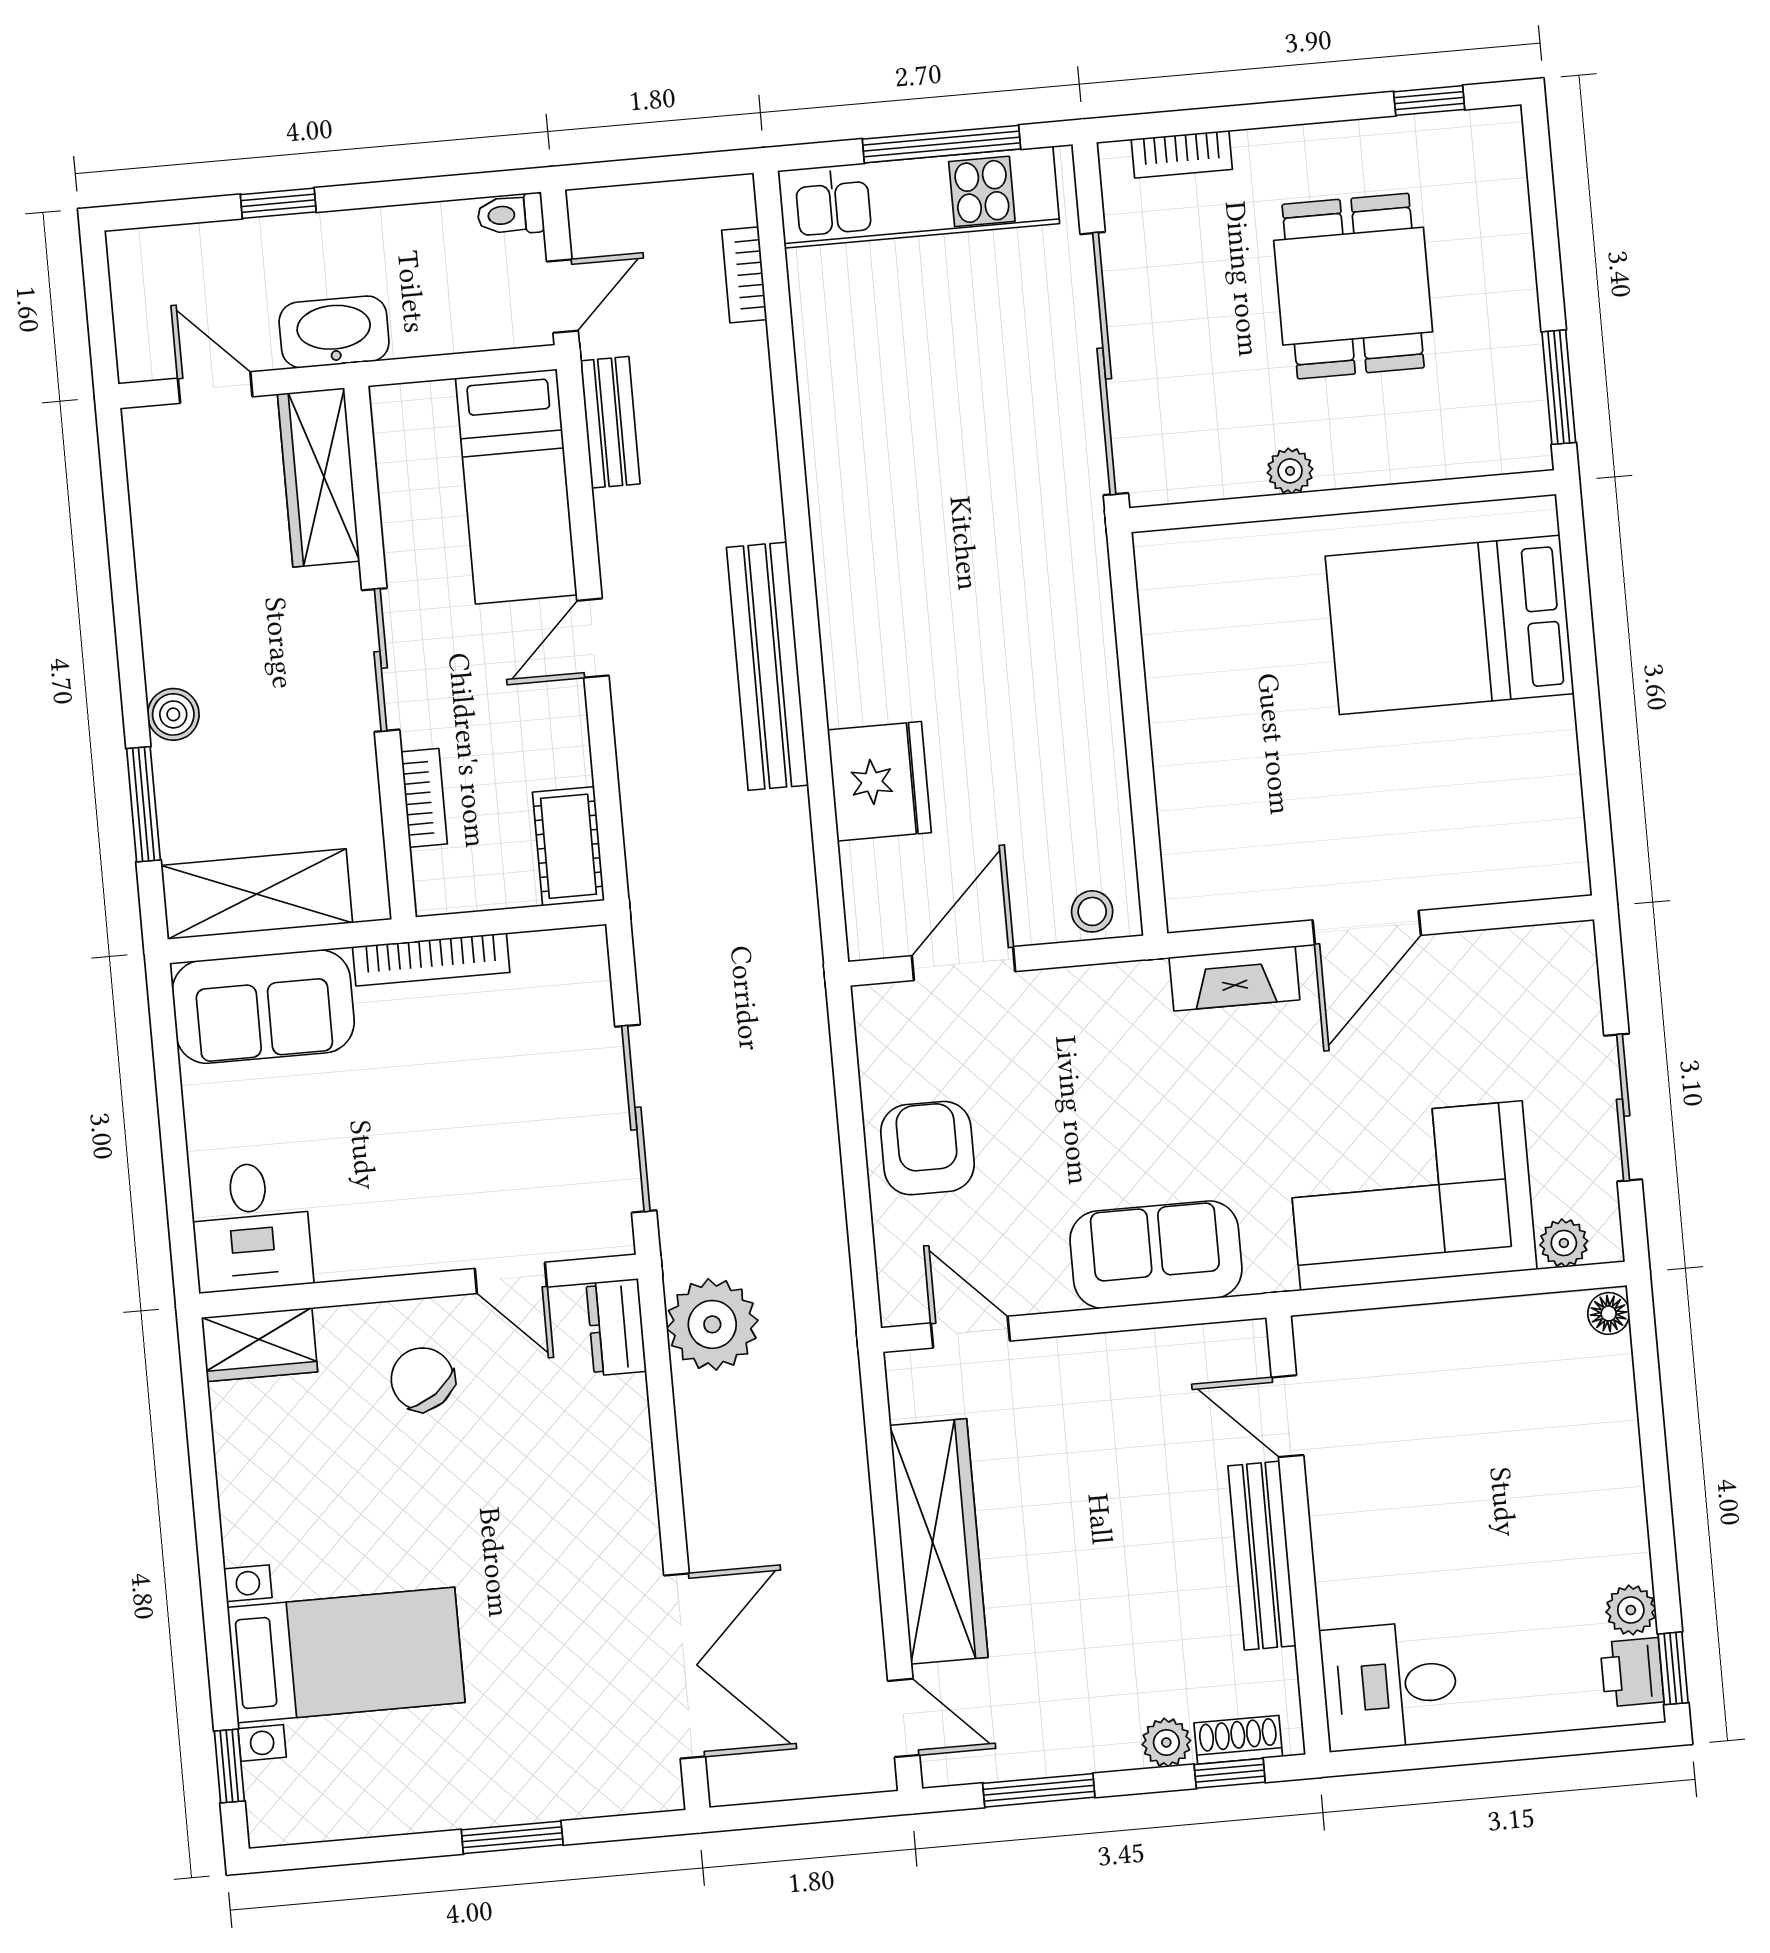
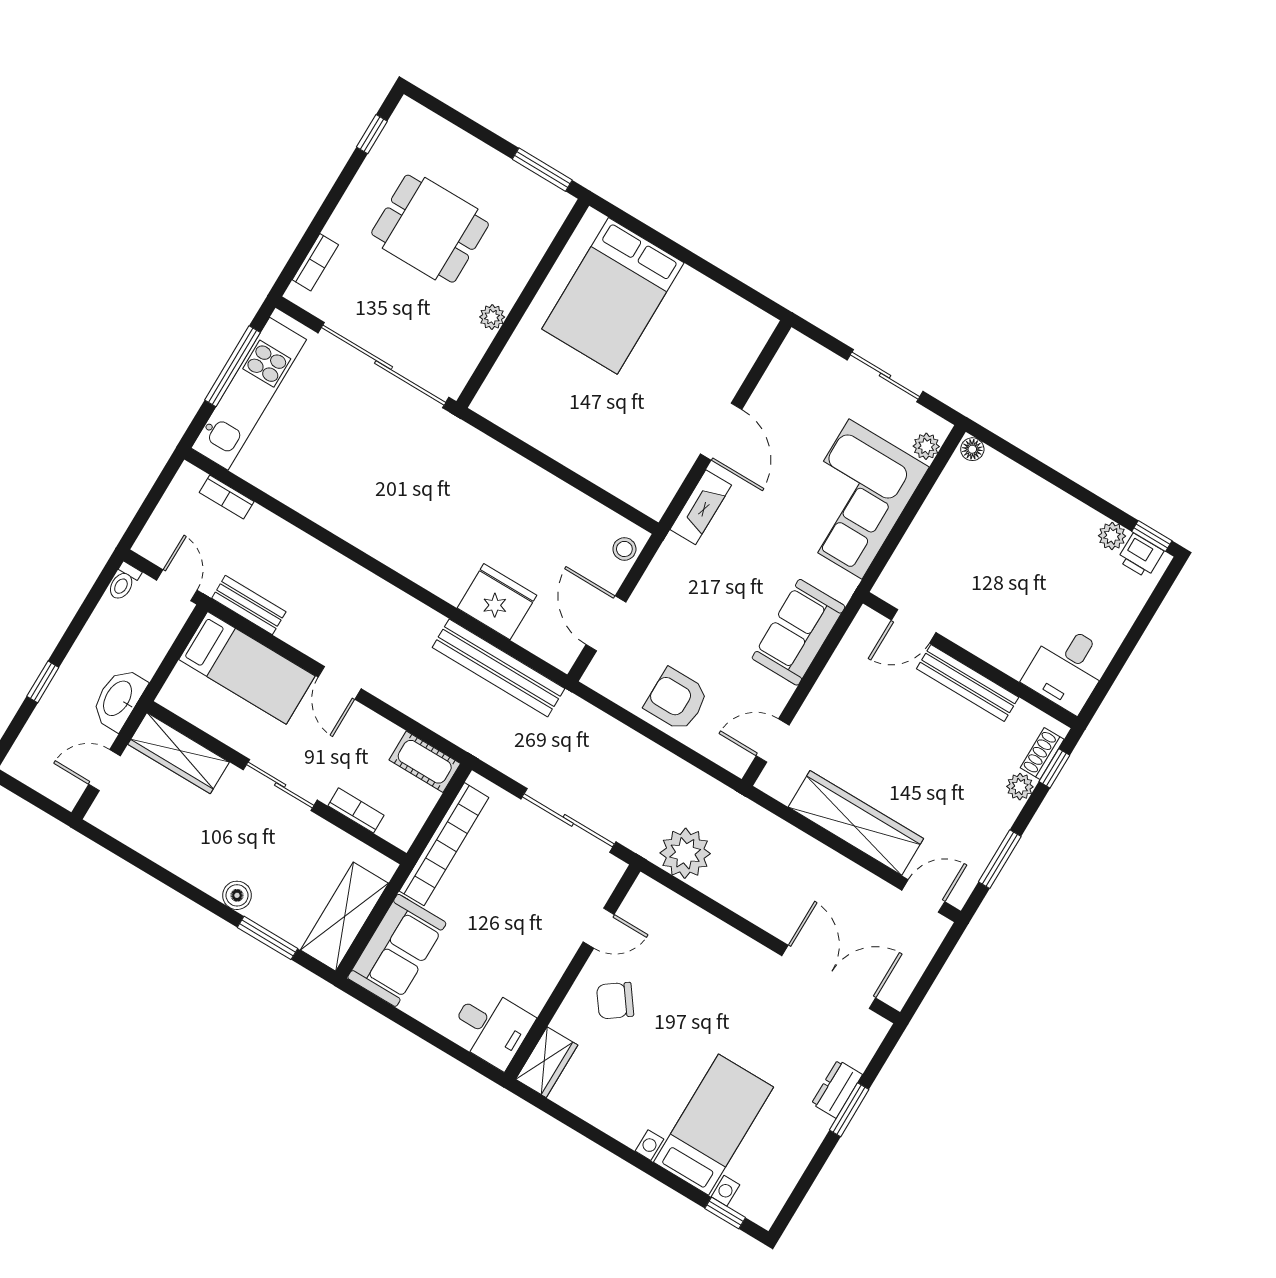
bench: (767, 666) -> (498, 668), moved
bookcase: (431, 960) -> (444, 844), width x1.48, depth x1.31
dresser: (616, 1327) -> (837, 1089), moved, turned 90

